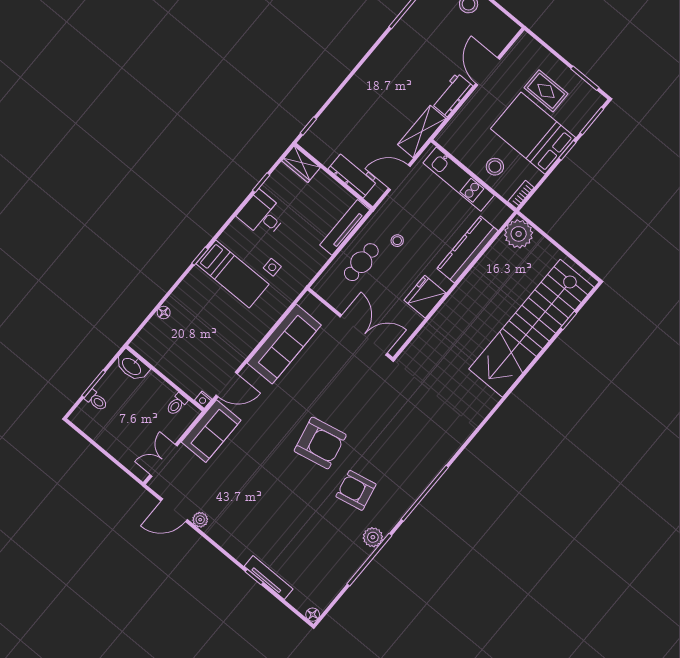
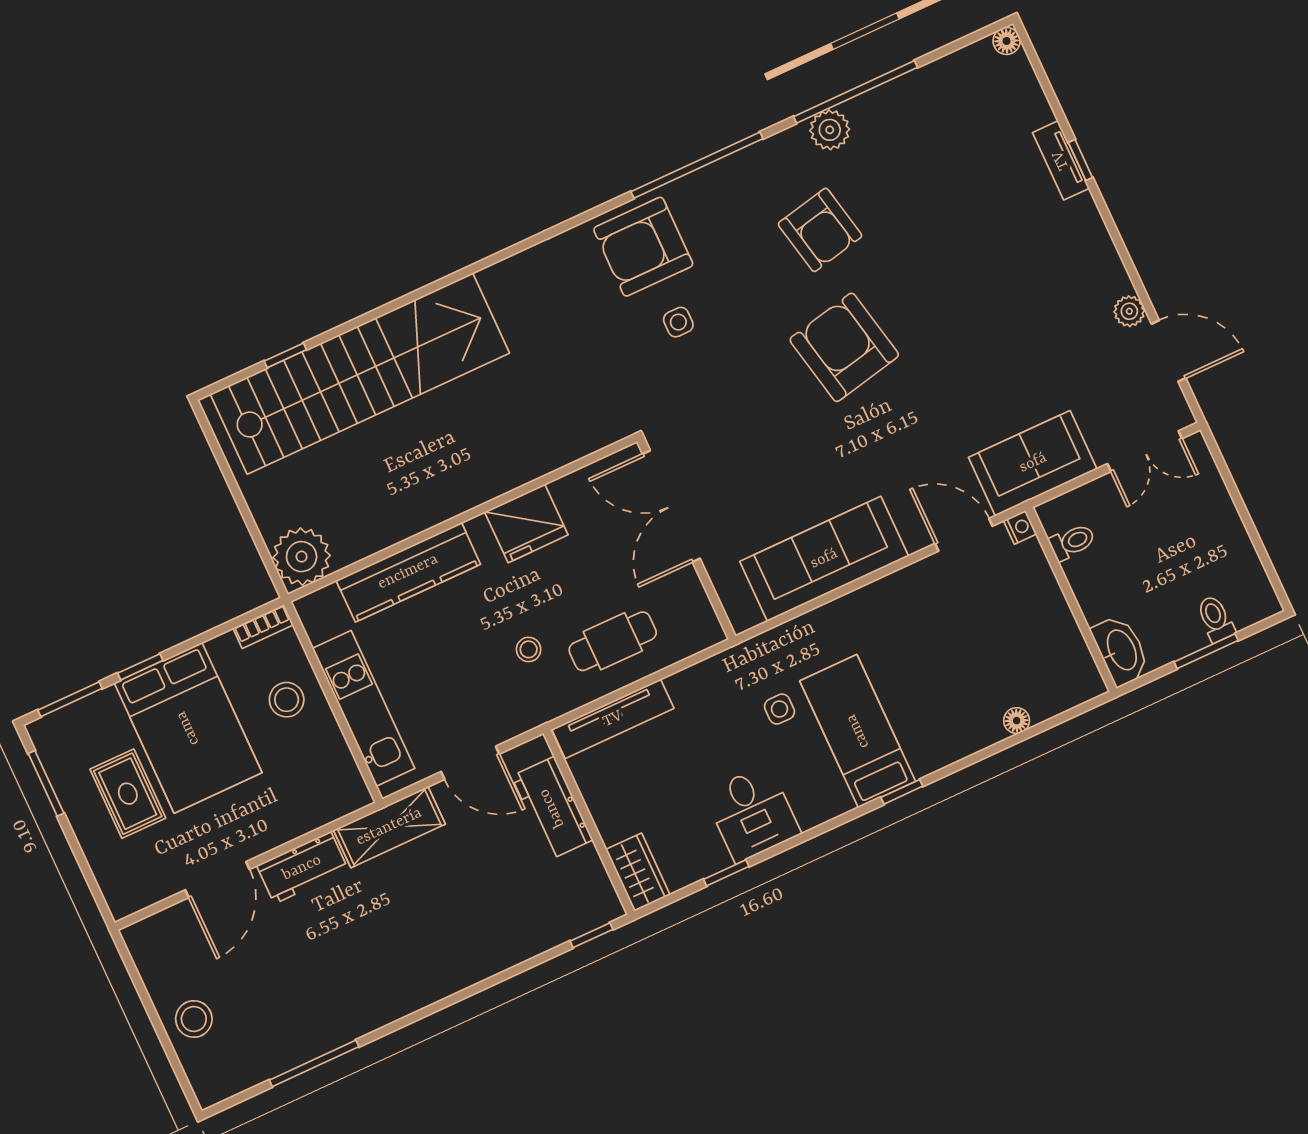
side table: (400, 419) -> (678, 322), added
armchair: (431, 445) -> (643, 247), added
tv unit: (269, 578) -> (1061, 160), width x0.71

